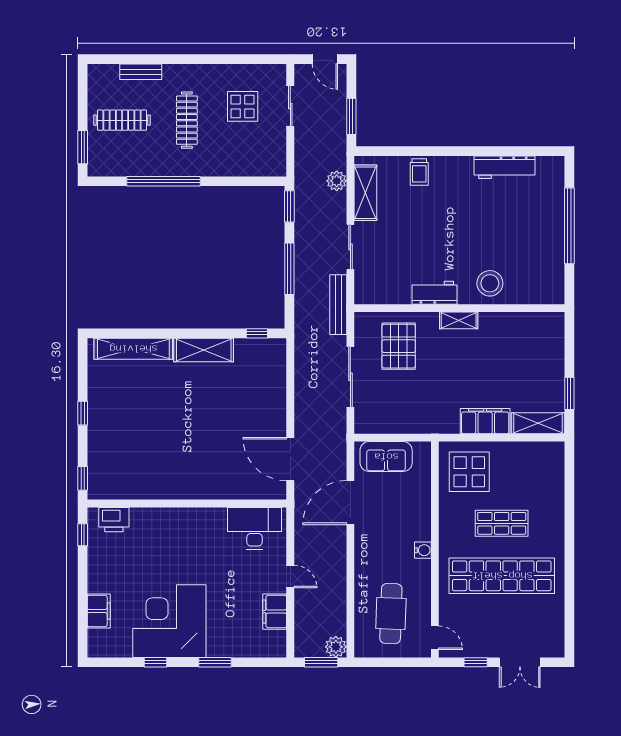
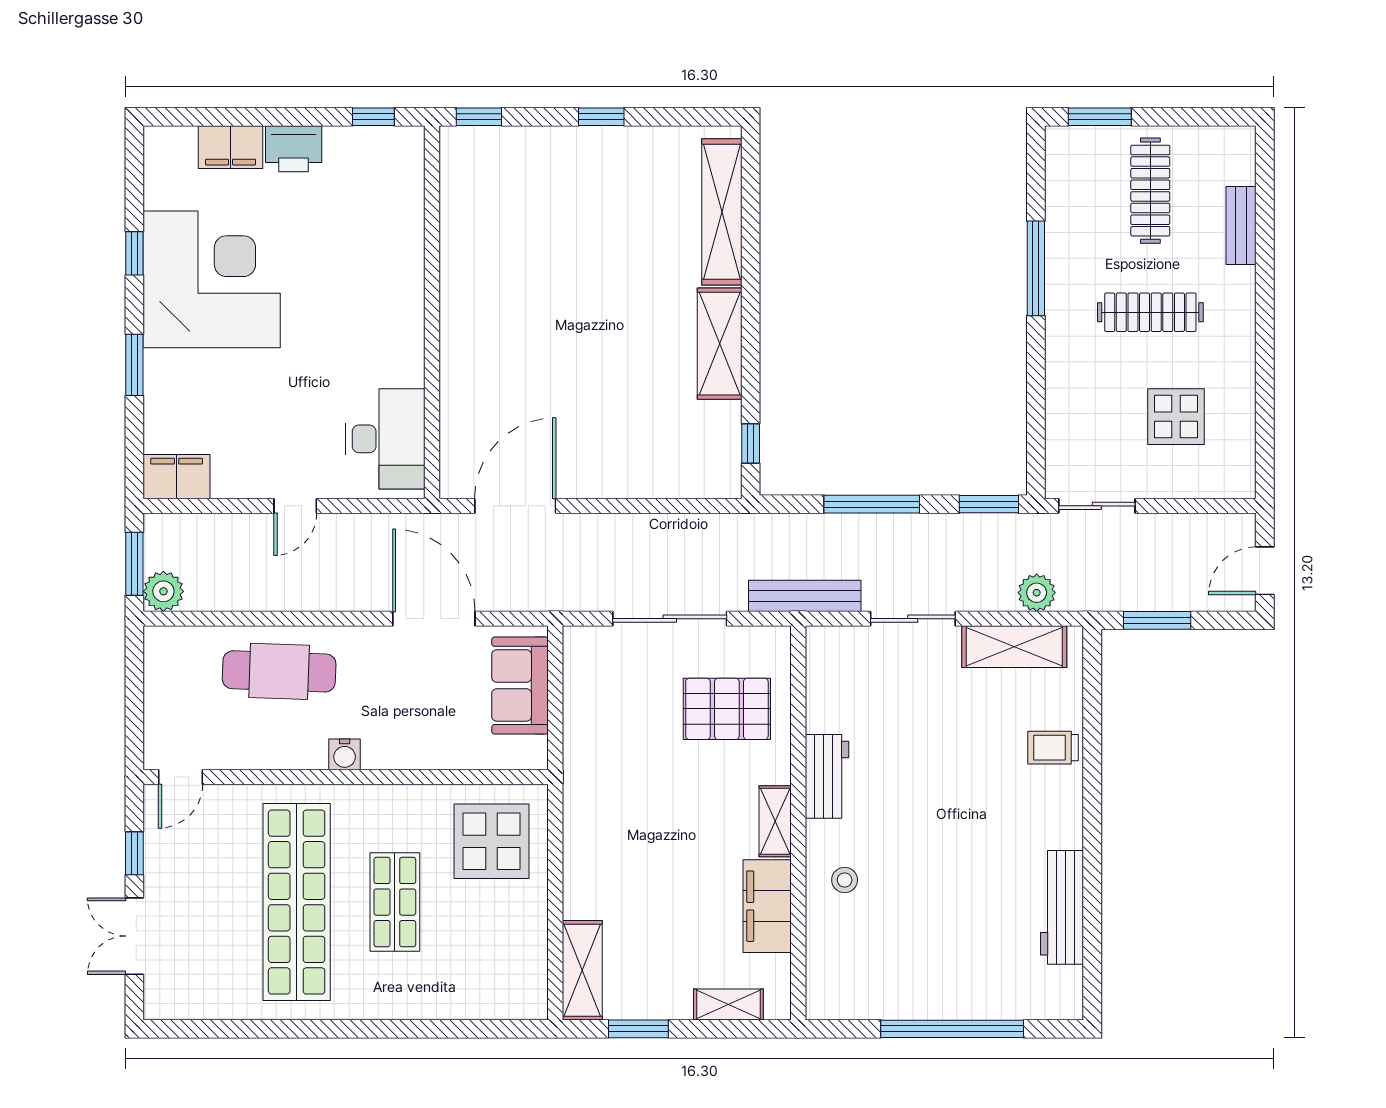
sliding door: (290, 106) -> (1097, 506), moved
window: (163, 181) -> (1036, 268), width x0.68
stool: (490, 283) -> (845, 880), width x0.53, depth x0.53
shelving: (556, 345) -> (728, 1004), added
filing cabinet: (485, 421) -> (767, 906), moved, turned 180
printer: (114, 520) -> (294, 149), moved, turned -90
filing cabinet: (275, 612) -> (177, 477), moved
cafe table: (391, 614) -> (279, 671), moved

